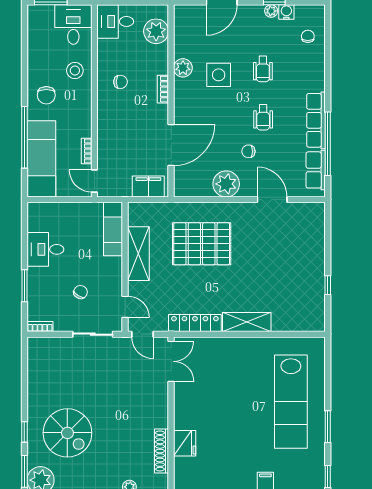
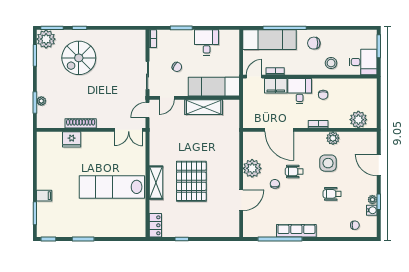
desk: (115, 21) -> (300, 91), moved
wheelchair: (263, 117) -> (294, 171), moved
row of seats: (316, 170) -> (262, 231), removed
filing cabinet: (148, 186) -> (276, 86), moved, turned 90
exam couch: (113, 229) -> (214, 87), width x1.36, depth x1.45
pallet: (202, 244) -> (191, 181), moved
locker: (195, 323) -> (155, 225), moved, width x0.66
lab bench: (291, 402) -> (112, 187), moved
shoe rack: (162, 451) -> (81, 123), moved

